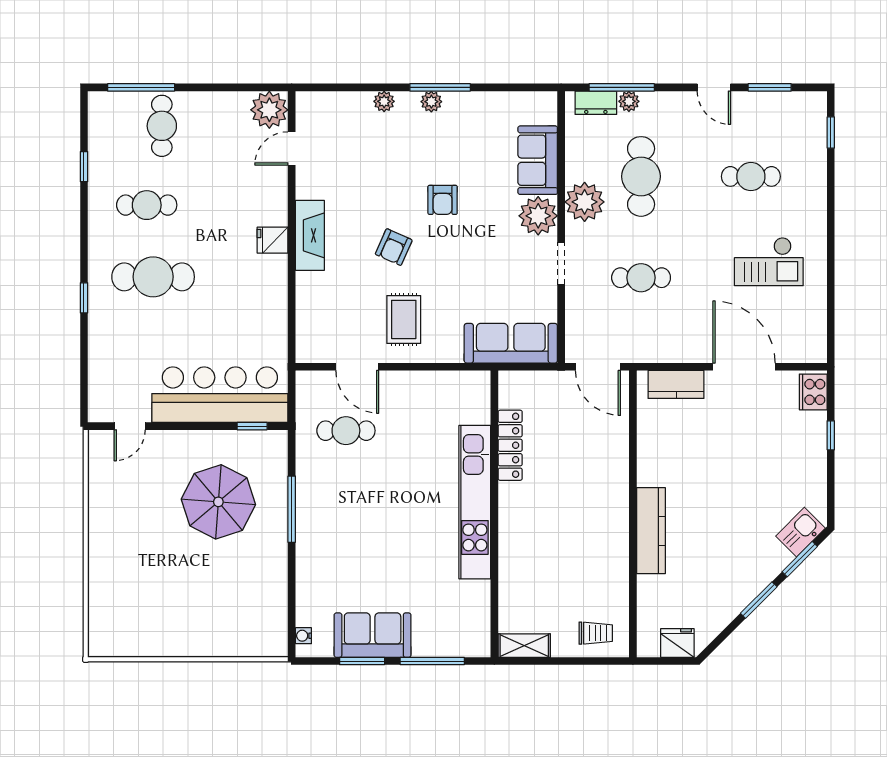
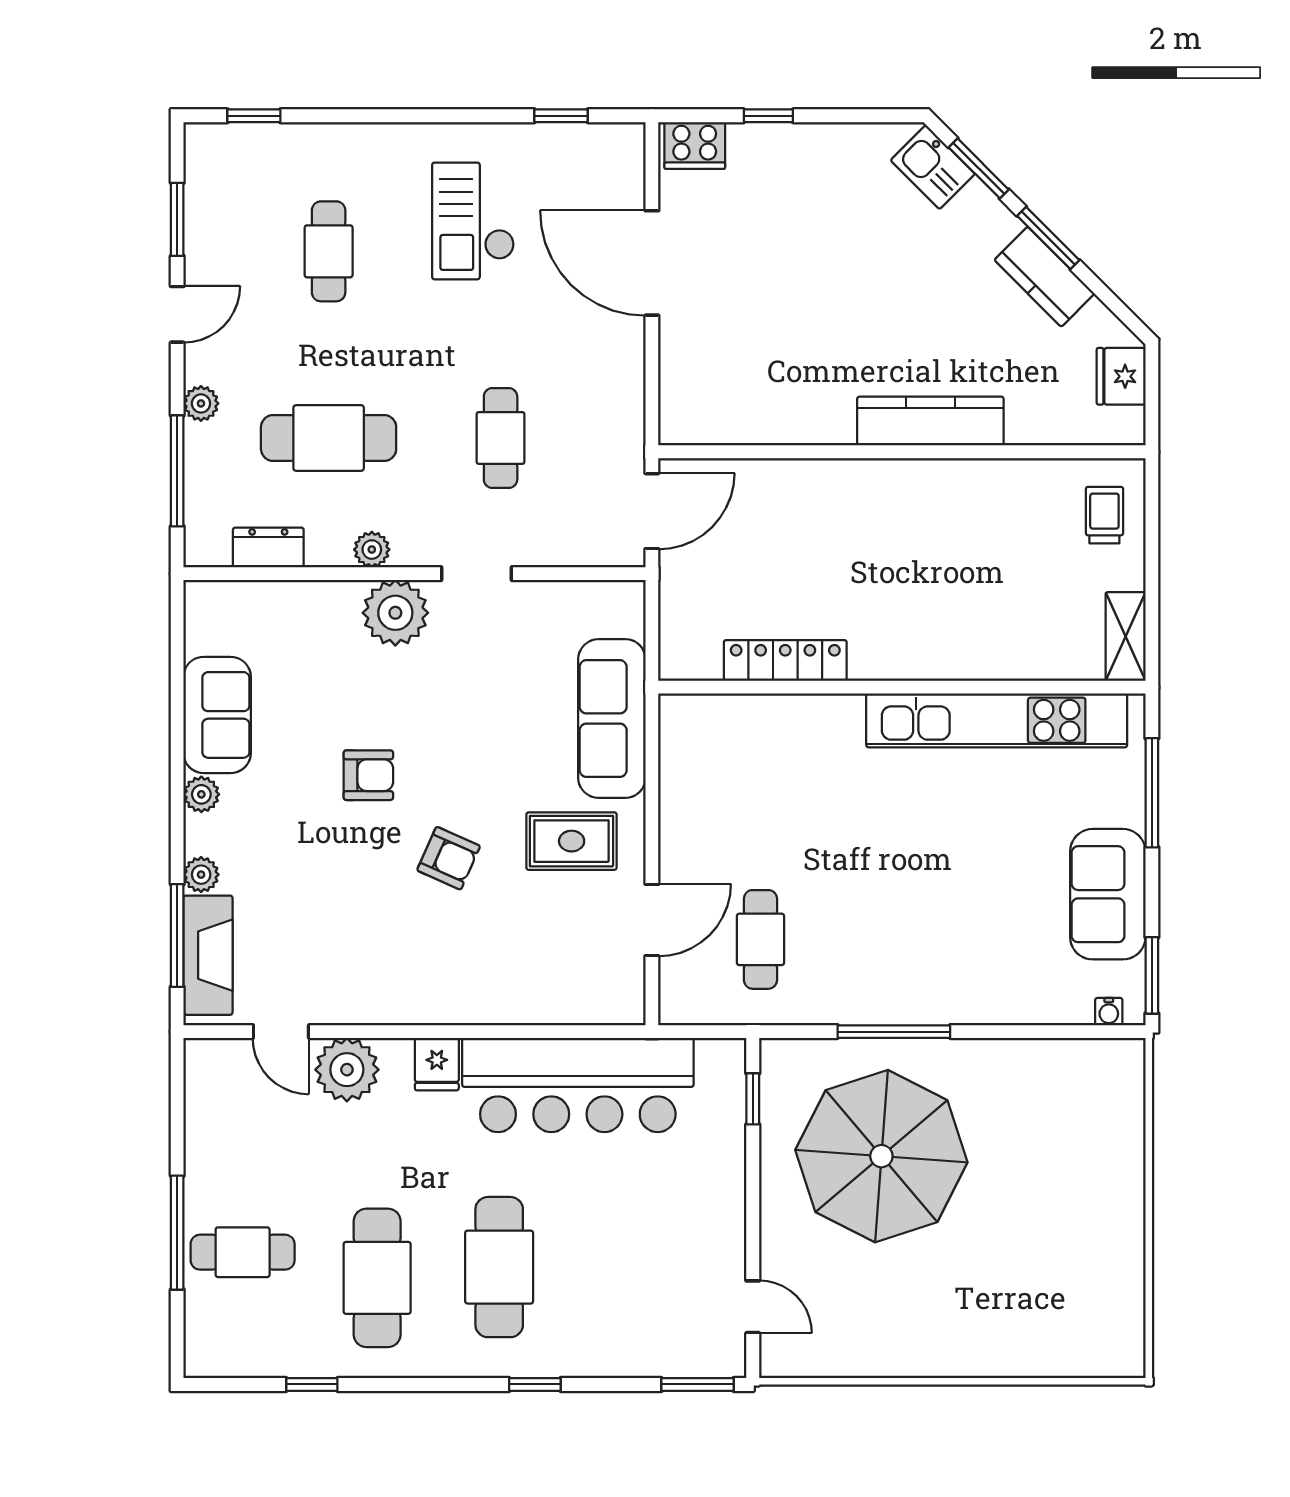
window: (141, 87) -> (177, 1233), moved
window: (440, 87) -> (177, 936), moved
plant: (629, 101) -> (201, 403), moved
dresser: (596, 103) -> (268, 547), moved, turned -90
plant: (269, 110) -> (347, 1070), moved
sofa: (538, 160) -> (217, 715), moved, turned -90
plant: (585, 202) -> (372, 550), width x0.53, depth x0.53
cafe table: (147, 205) -> (377, 1278), width x1.37, depth x1.35
fireplace: (310, 235) -> (208, 955), moved, turned 90
checkout: (769, 262) -> (473, 221), turned 180
window: (831, 313) -> (561, 116), added
sofa: (511, 343) -> (612, 719), moved
door: (744, 367) -> (652, 263), hinge flipped
kitchen counter: (676, 384) -> (1044, 277), moved, turned 135
window: (84, 394) -> (698, 1384), added
bar counter: (220, 395) -> (578, 1085), moved, turned -90
parasol: (218, 502) -> (881, 1156), width x1.36, depth x1.36
kitchen unit: (475, 502) -> (997, 720), moved
window: (362, 661) -> (1152, 975), moved

